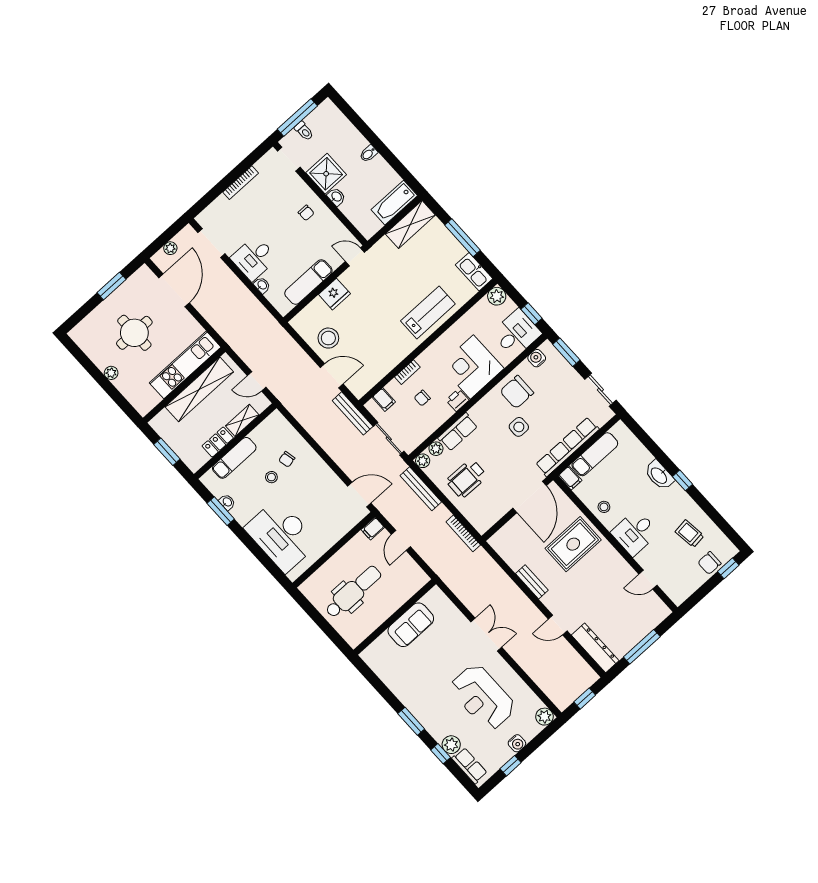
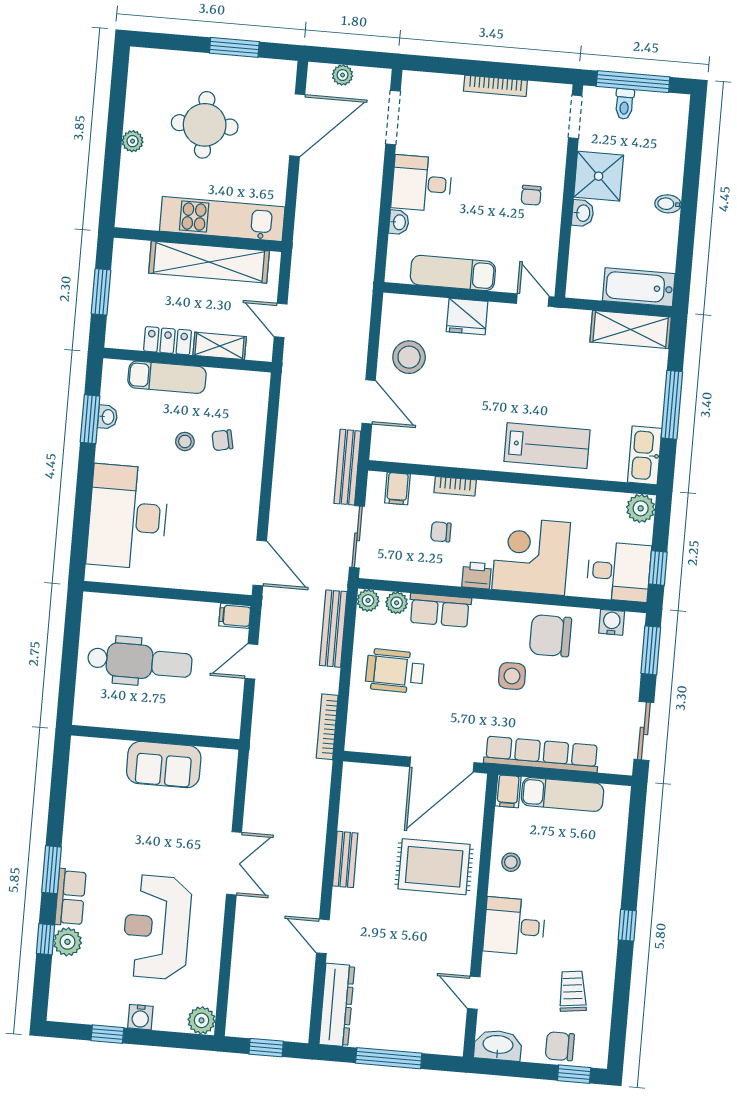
washbasin: (659, 475) -> (498, 1045), moved, turned 90
row of seats: (470, 766) -> (71, 897), moved

